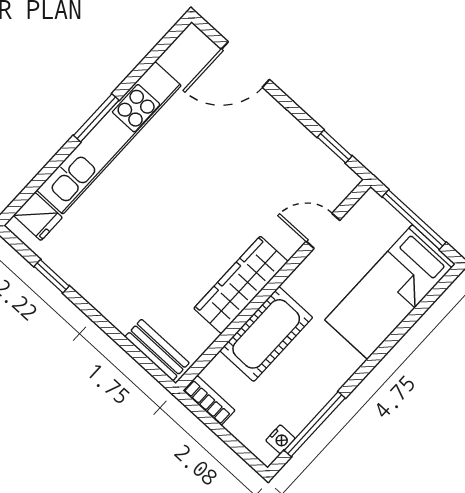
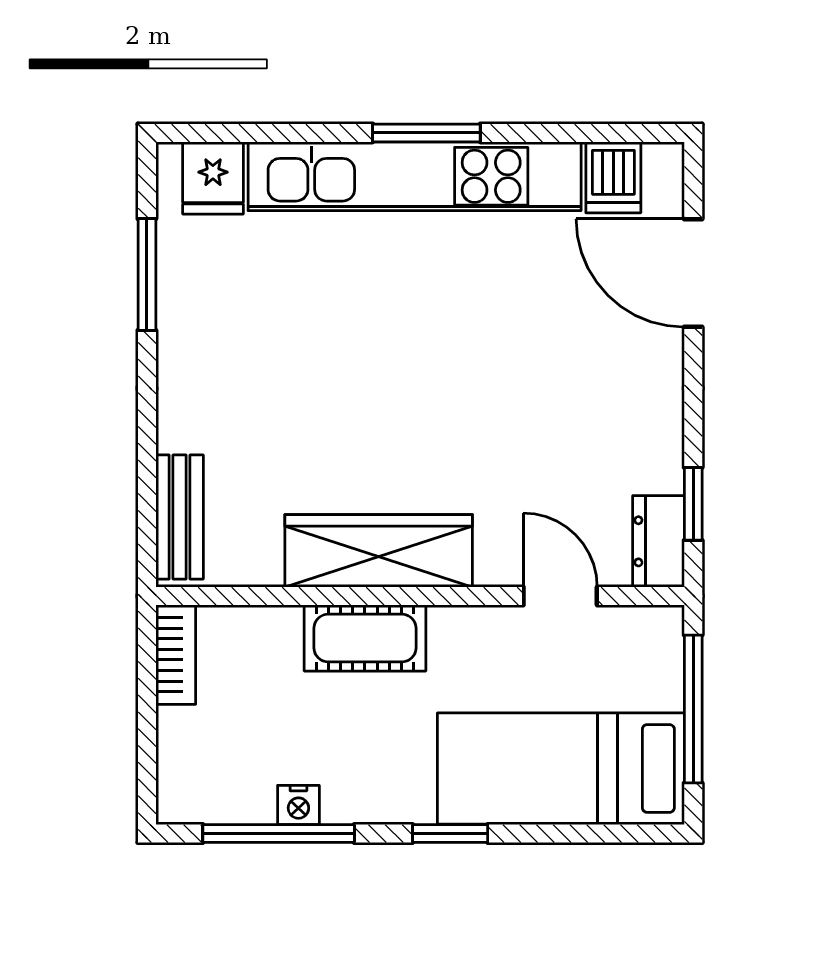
dishwasher: (180, 61) -> (613, 177), added
dresser: (337, 173) -> (658, 541), added
window: (52, 276) -> (147, 275), width x1.50
cot: (266, 334) -> (365, 638), width x0.73, depth x0.75
window: (376, 358) -> (450, 834), added
nightstand: (280, 439) -> (298, 805), moved

